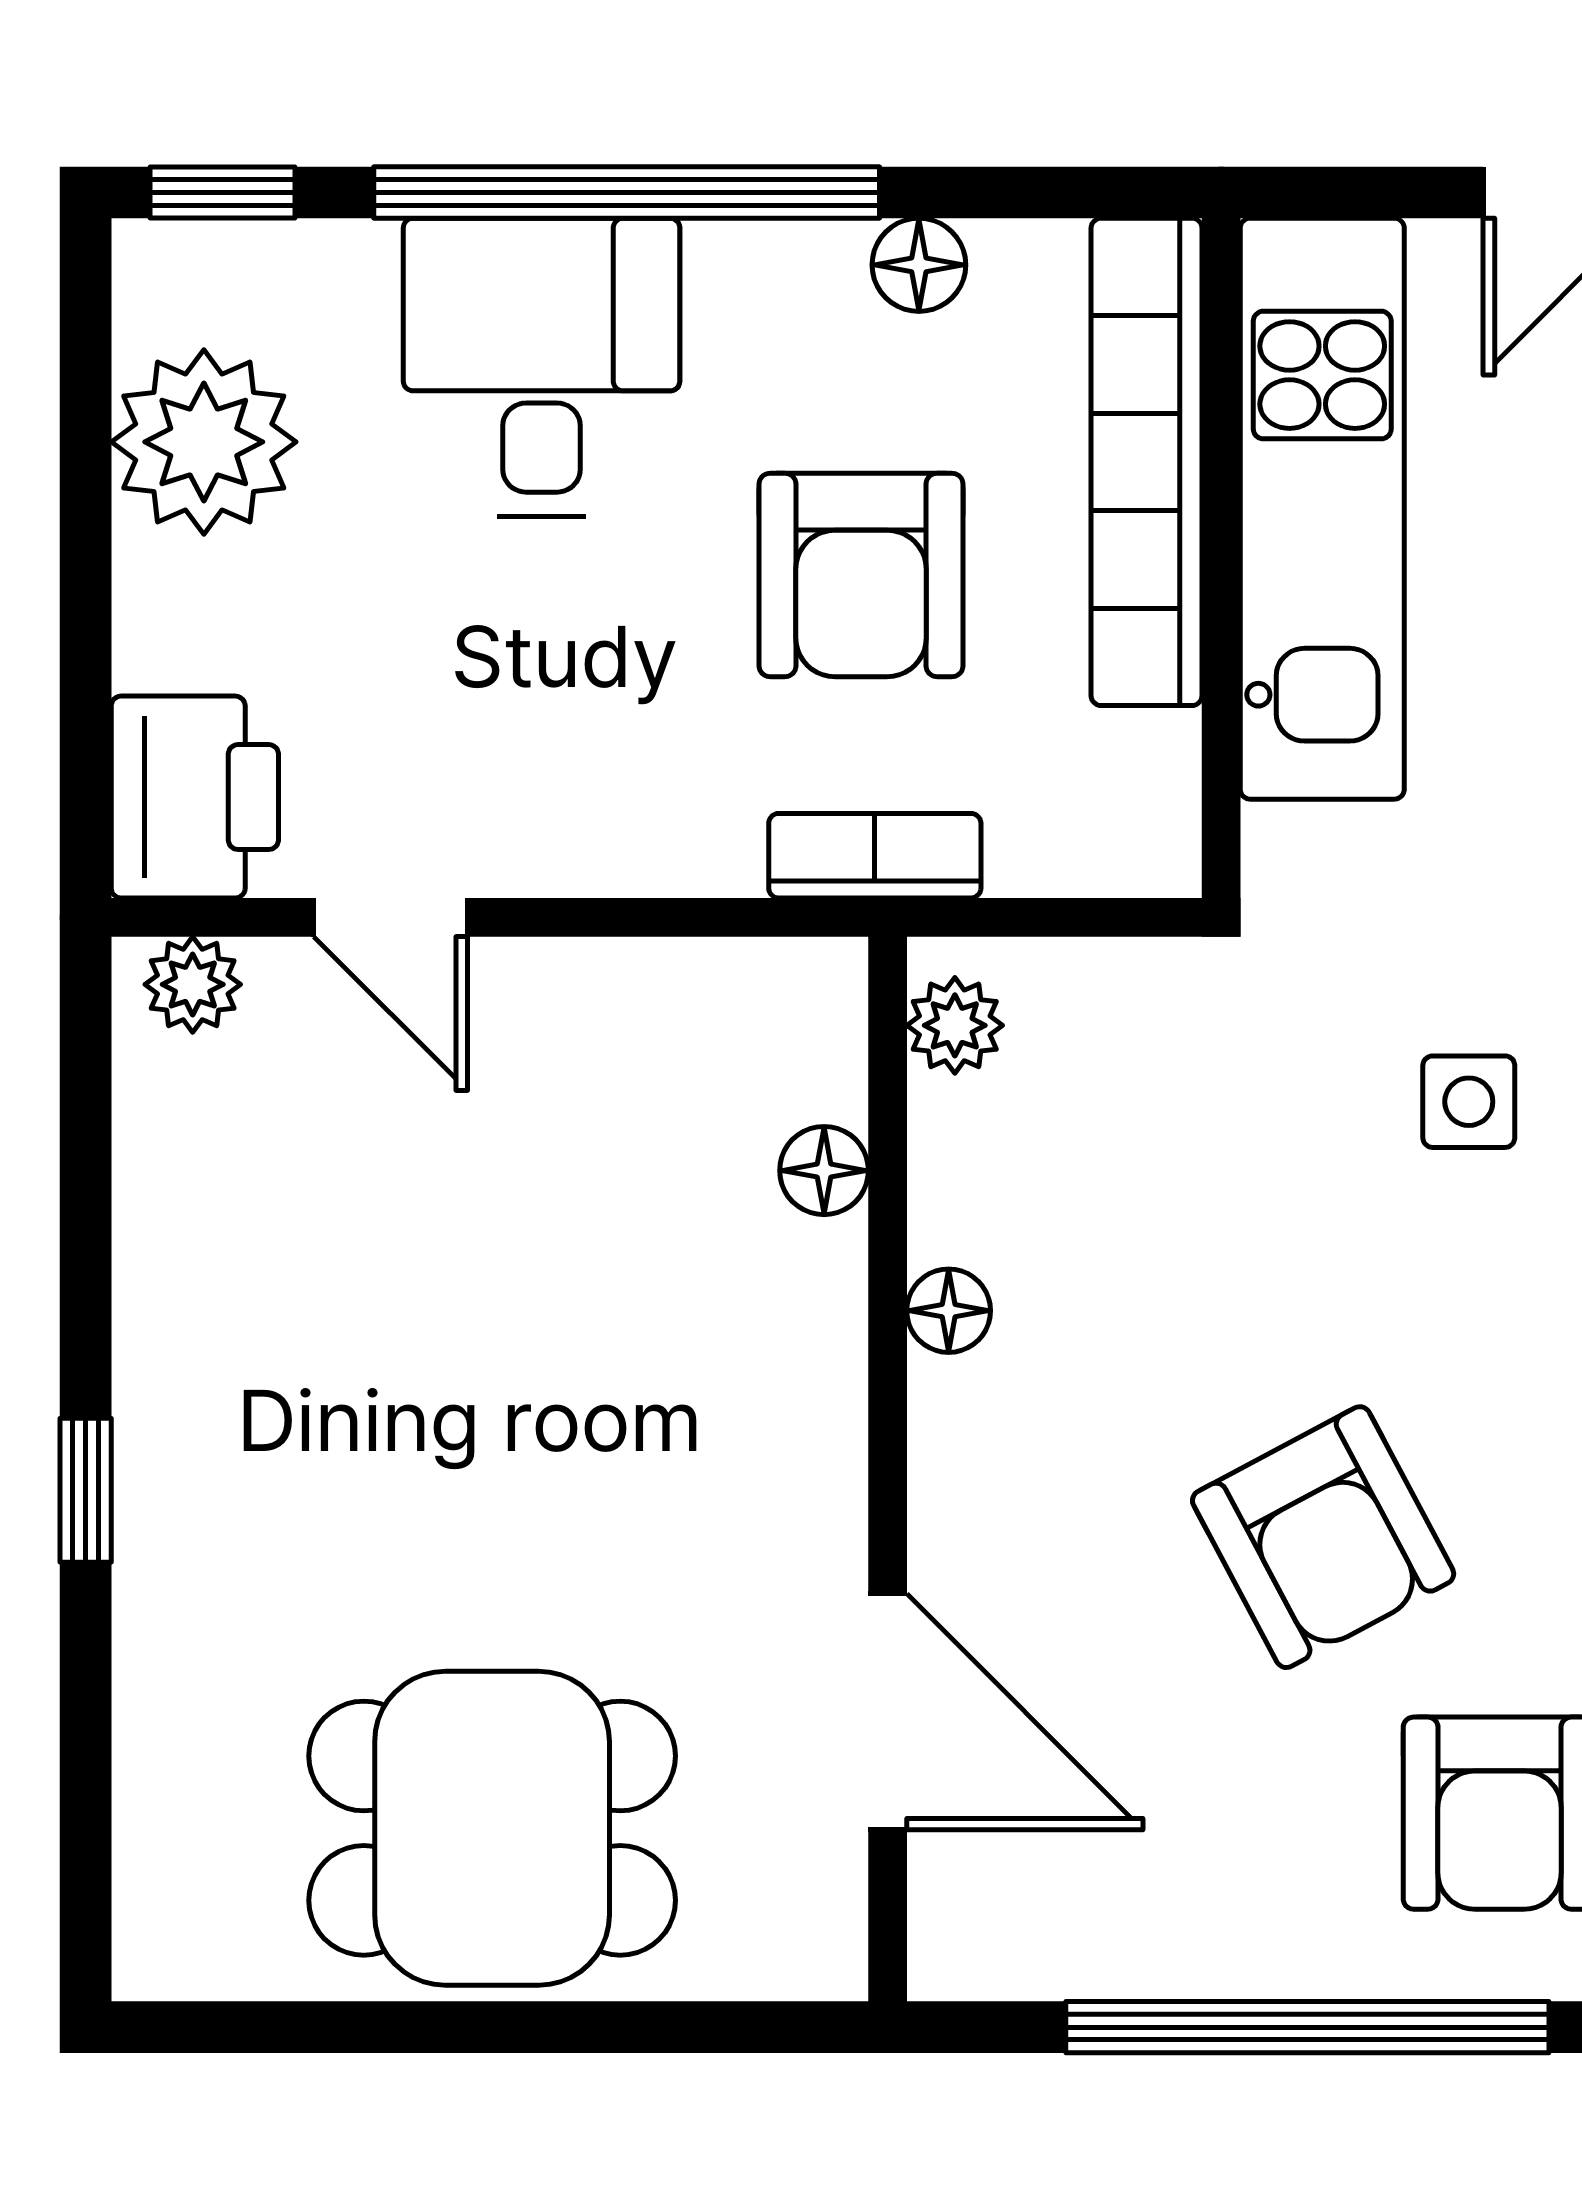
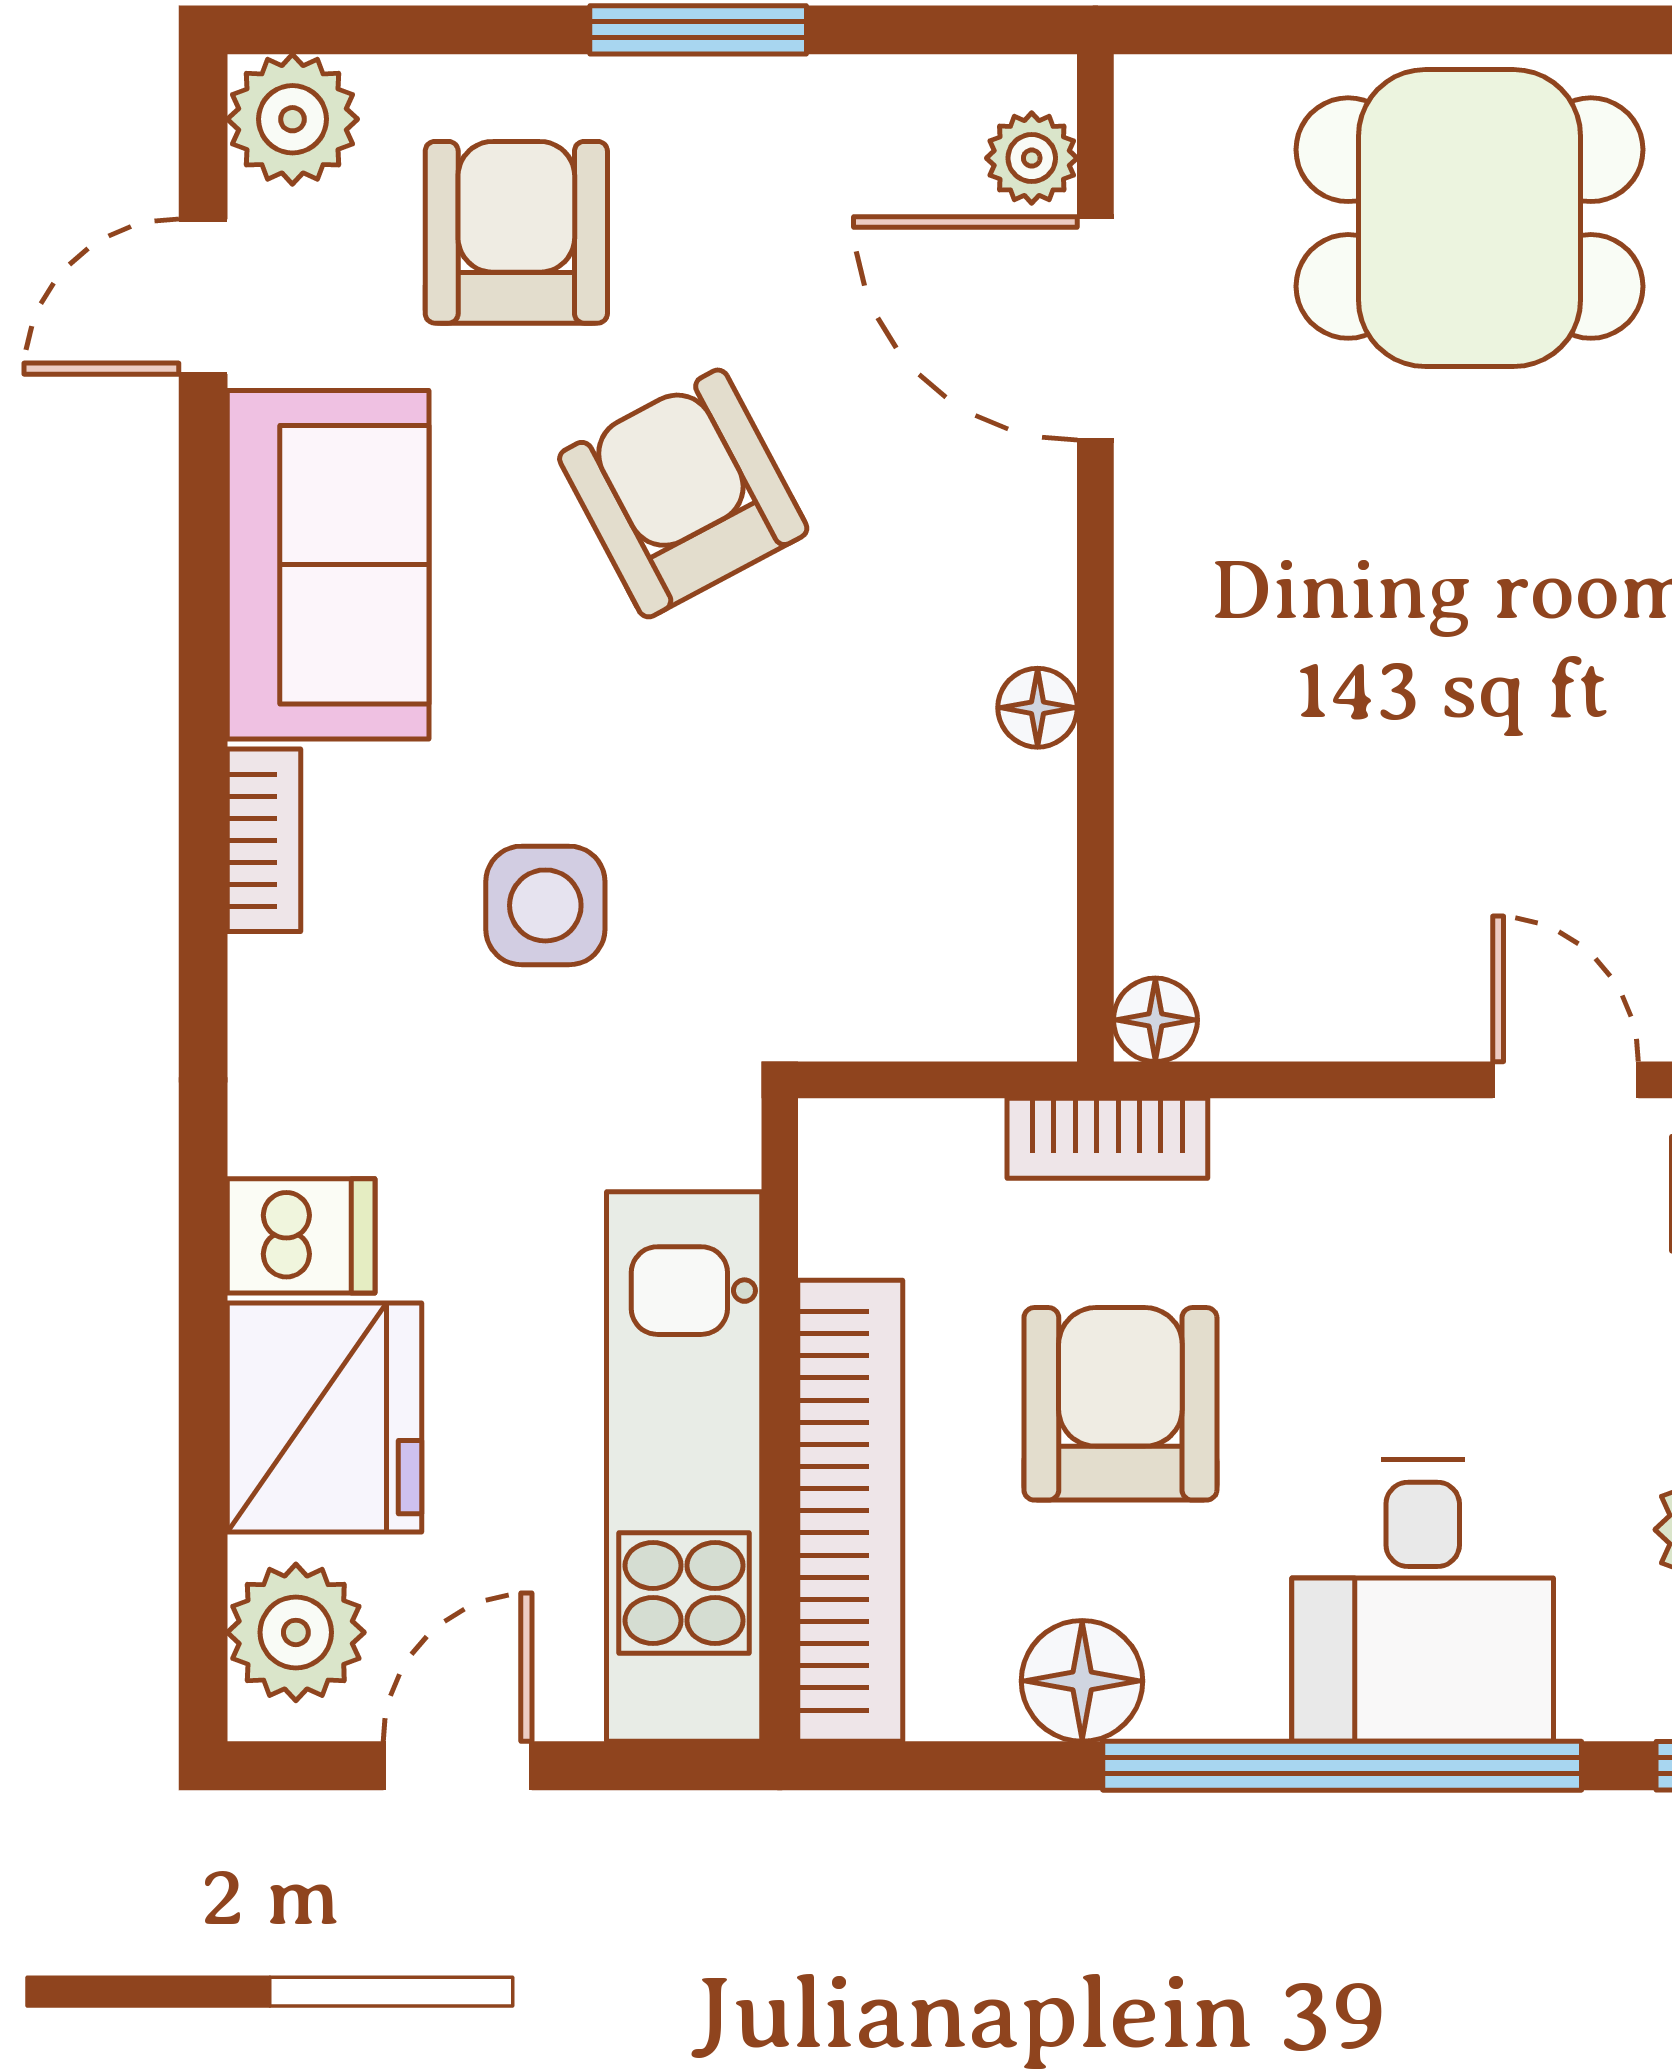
floor lamp: (919, 265) -> (1082, 1681), width x1.37, depth x1.37
plant: (955, 1025) -> (1032, 158), moved
side table: (1469, 1102) -> (545, 905), width x1.37, depth x1.37
floor lamp: (824, 1171) -> (1155, 1020), moved
window: (1307, 2027) -> (698, 30), width x0.47

